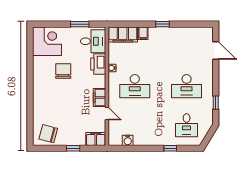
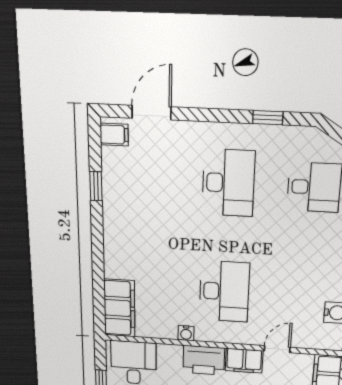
window: (163, 24) -> (96, 186), moved
filing cabinet: (143, 33) -> (114, 135), moved
printer: (98, 64) -> (204, 360), moved

